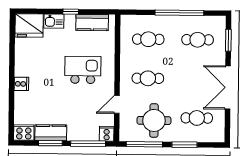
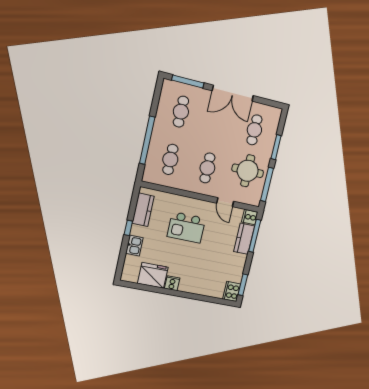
window: (179, 13) -> (147, 140), moved
fridge: (29, 25) -> (153, 275), moved, turned -90
window: (228, 40) -> (188, 81), width x1.44
kitchen island: (83, 70) -> (186, 227), turned -90
cooker: (21, 84) -> (172, 283), moved
kitchen counter: (51, 133) -> (244, 239), moved
window: (50, 143) -> (243, 285), moved

